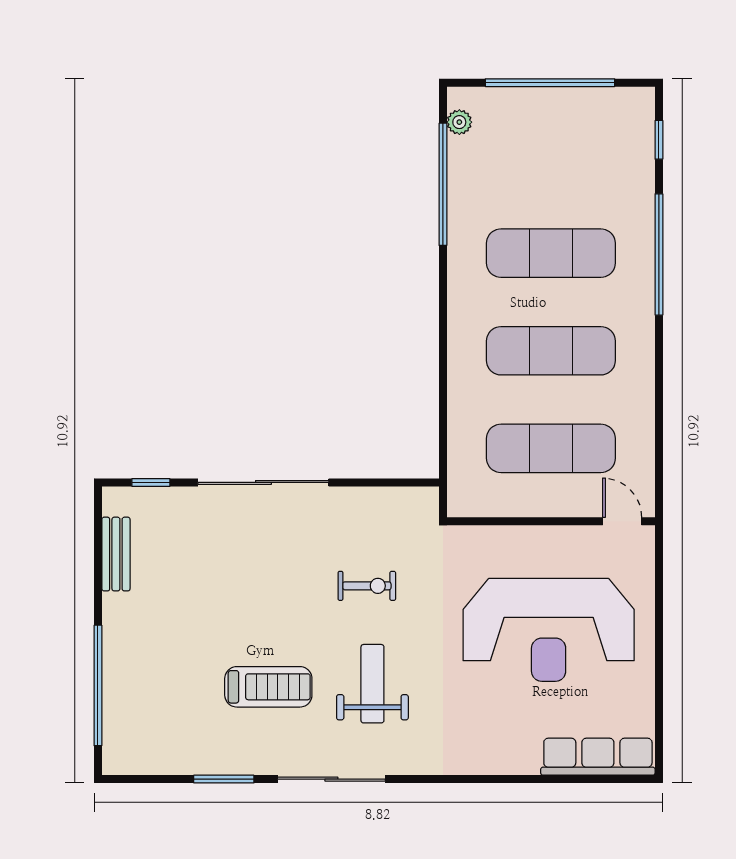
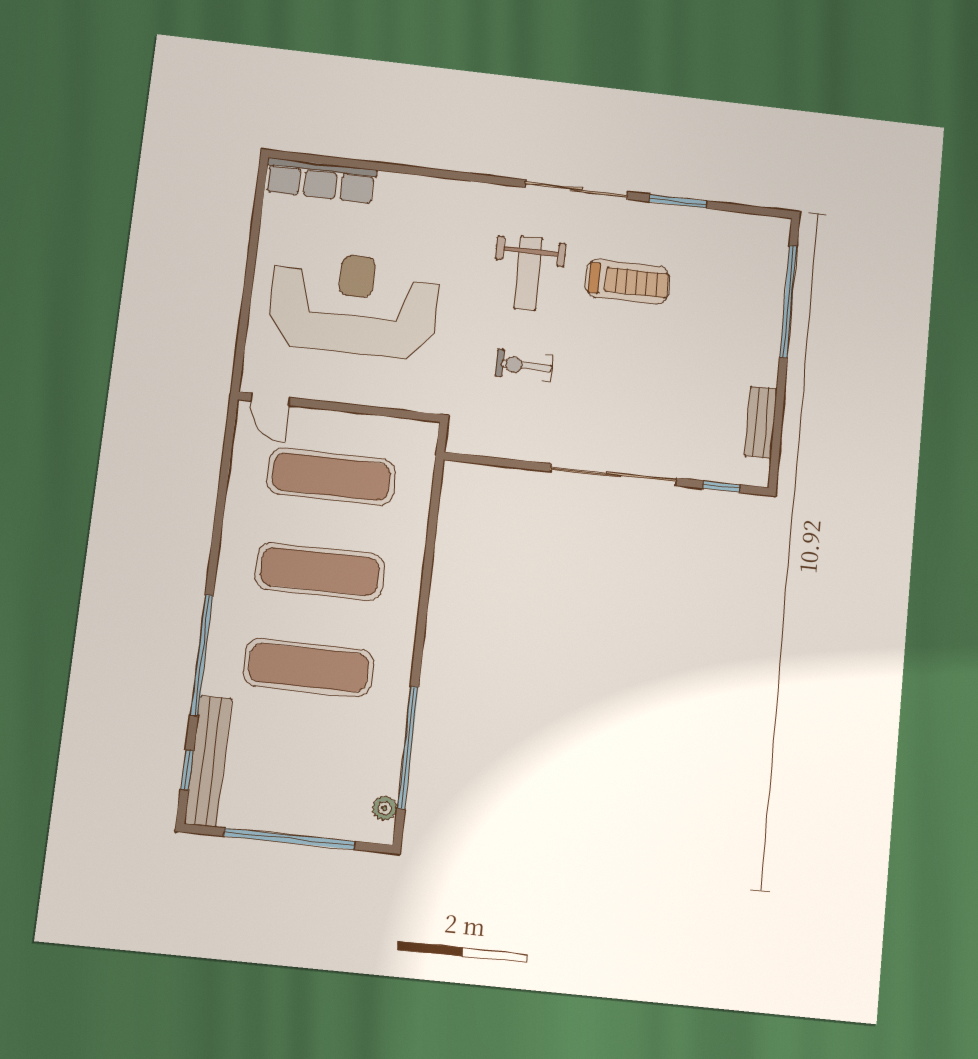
bench: (639, 150) -> (208, 761), added
treadmill: (268, 687) -> (628, 282), turned 180

